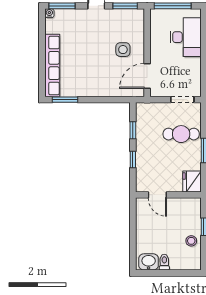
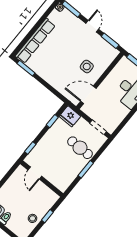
window: (133, 159) -> (30, 148), moved
fridge: (192, 181) -> (70, 116), moved, turned -90

